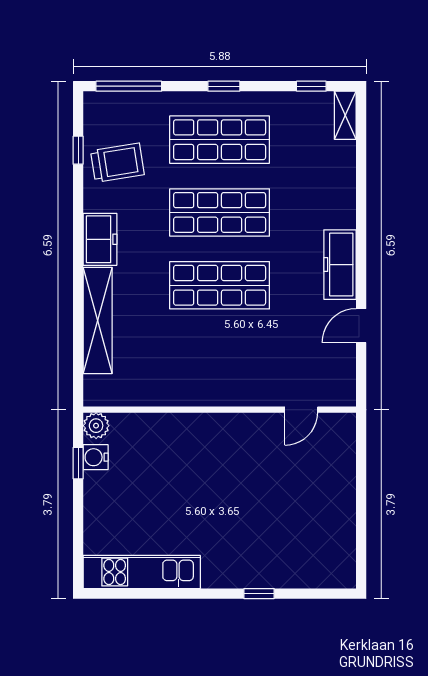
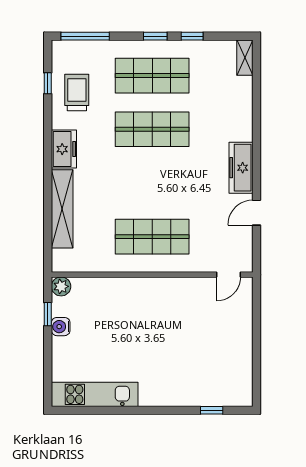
window: (311, 86) -> (192, 36), moved
trolley: (117, 163) -> (77, 93), turned -81
shop shelf: (220, 285) -> (152, 237), moved
door: (301, 410) -> (228, 275), moved
water cooler: (96, 457) -> (61, 327), moved
window: (259, 594) -> (212, 410), moved

